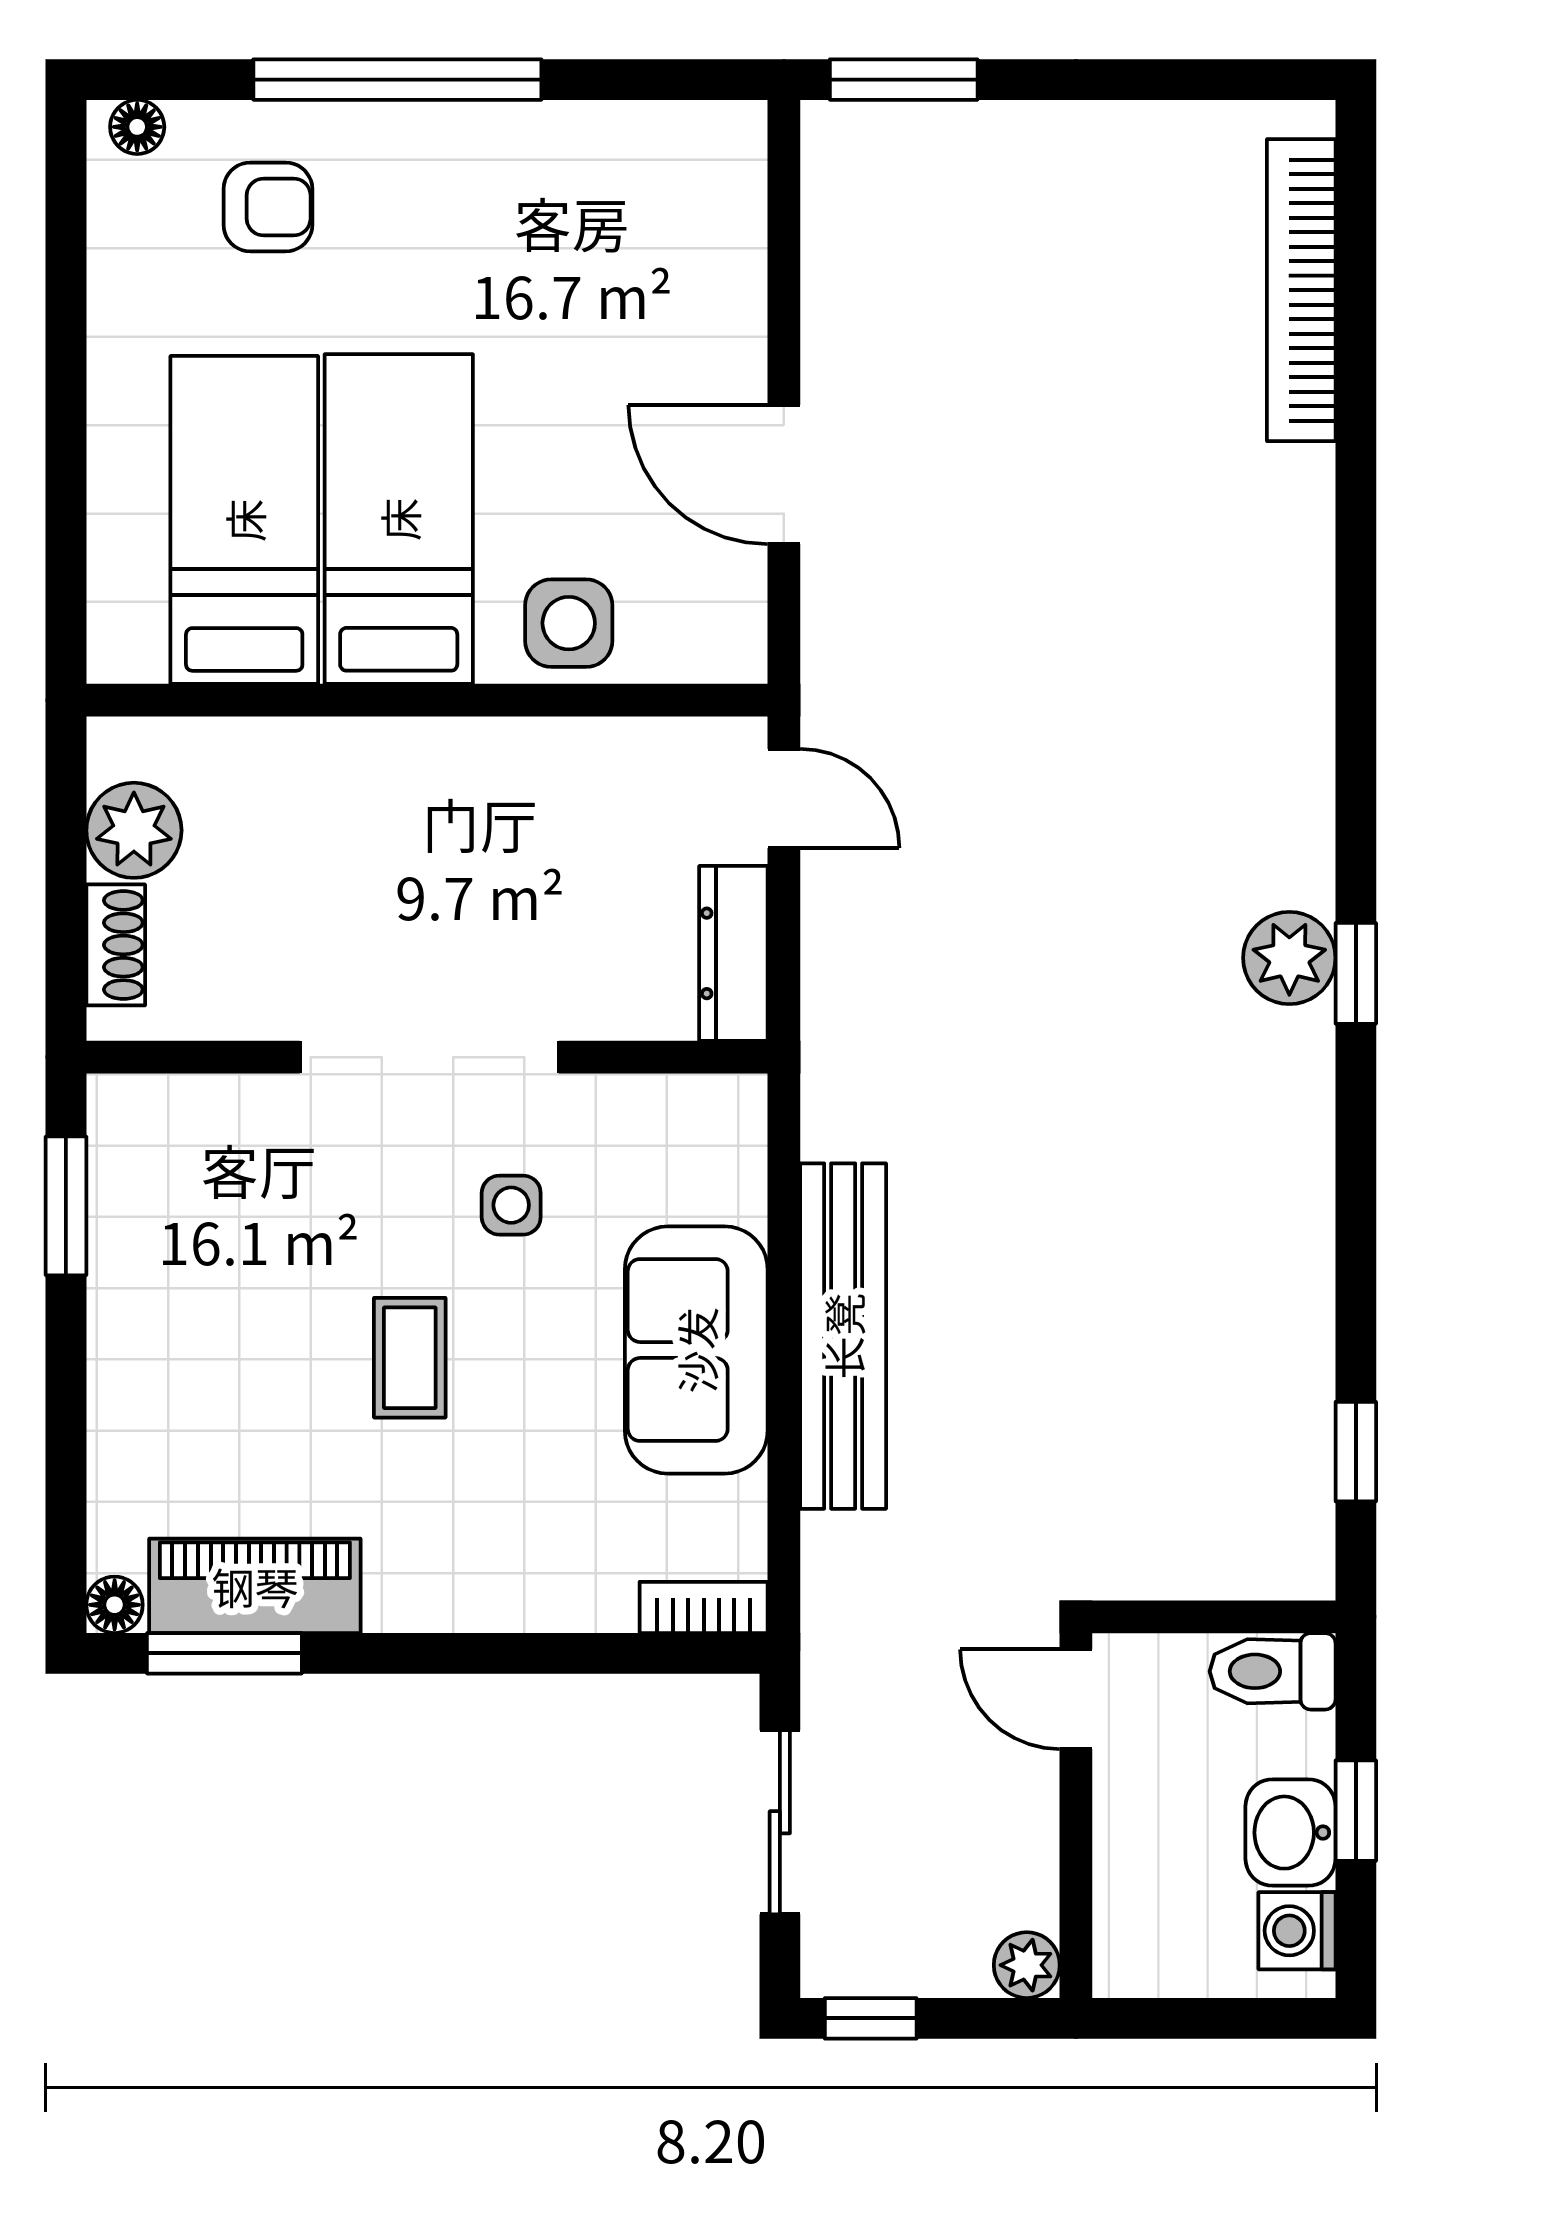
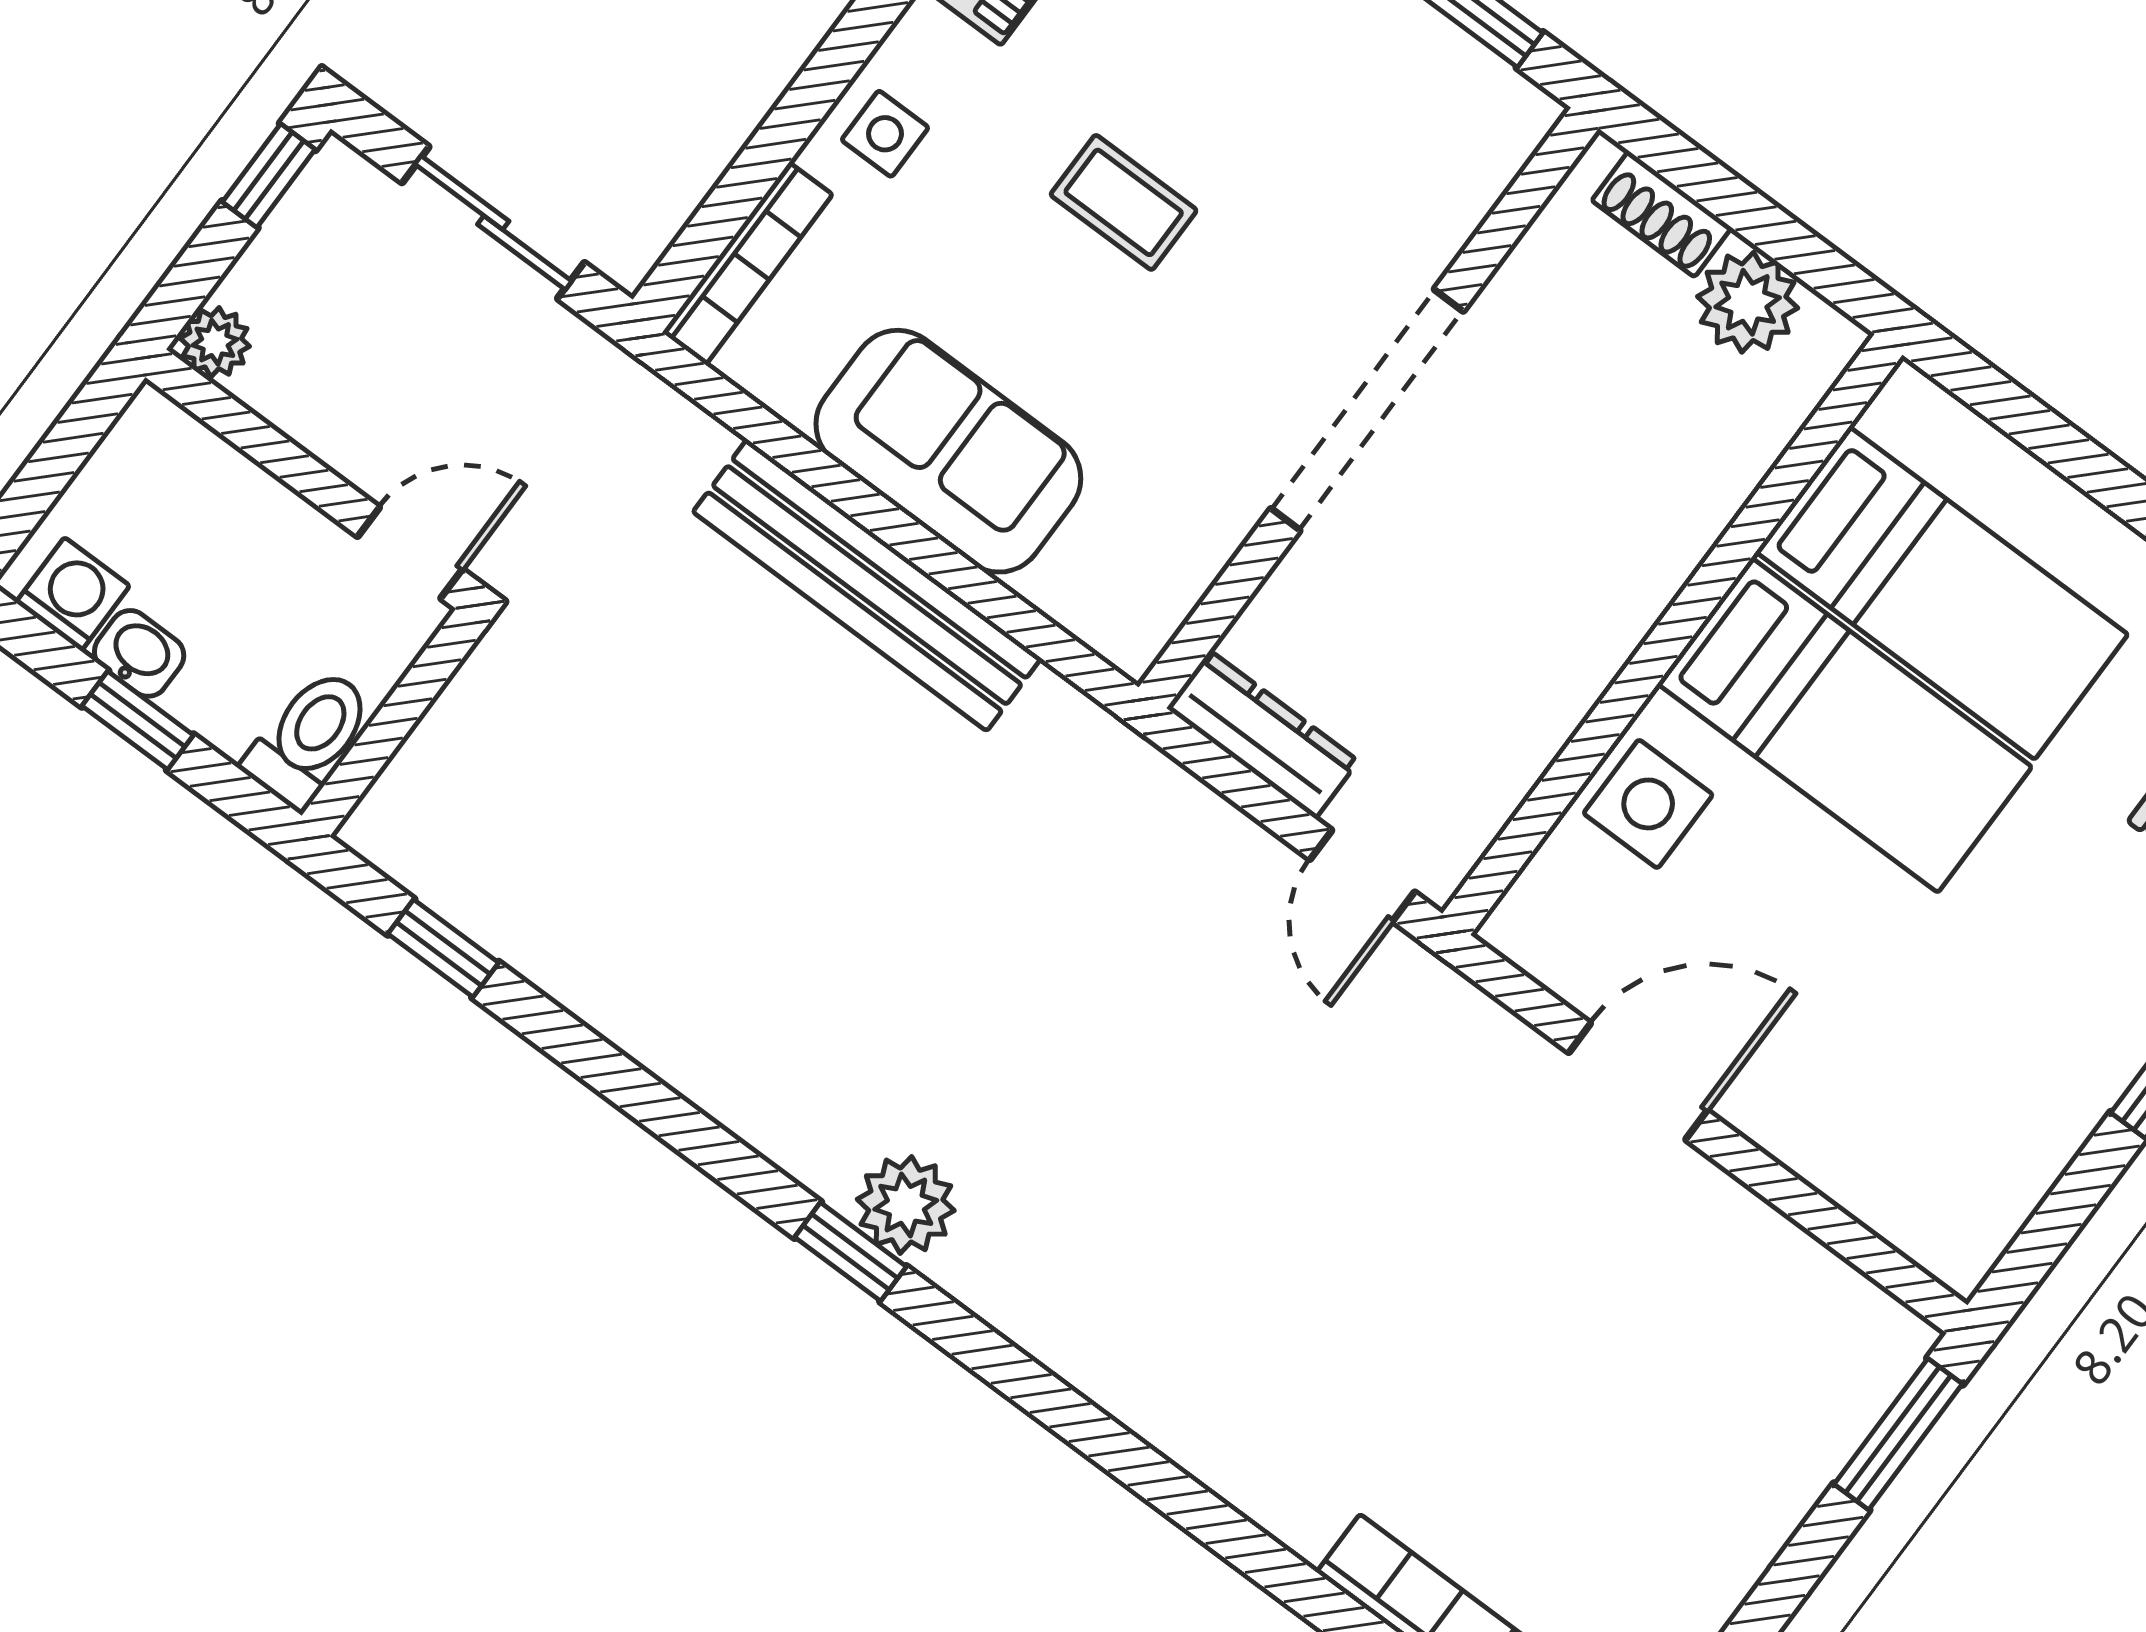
door: (784, 799) -> (1362, 876), hinge flipped
side table: (511, 1205) -> (885, 134), moved
bookcase: (704, 1607) -> (747, 263), width x1.56
washbasin: (1290, 1833) -> (139, 653), width x0.72, depth x0.69

